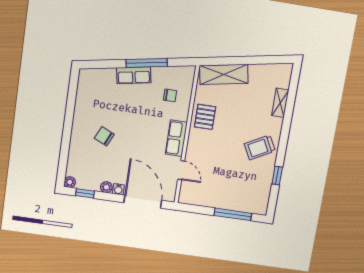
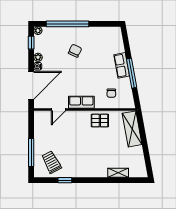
window: (66, 141) -> (67, 24), added
trolley: (260, 147) -> (51, 162), moved

